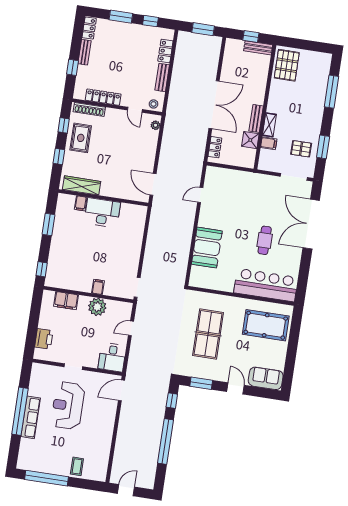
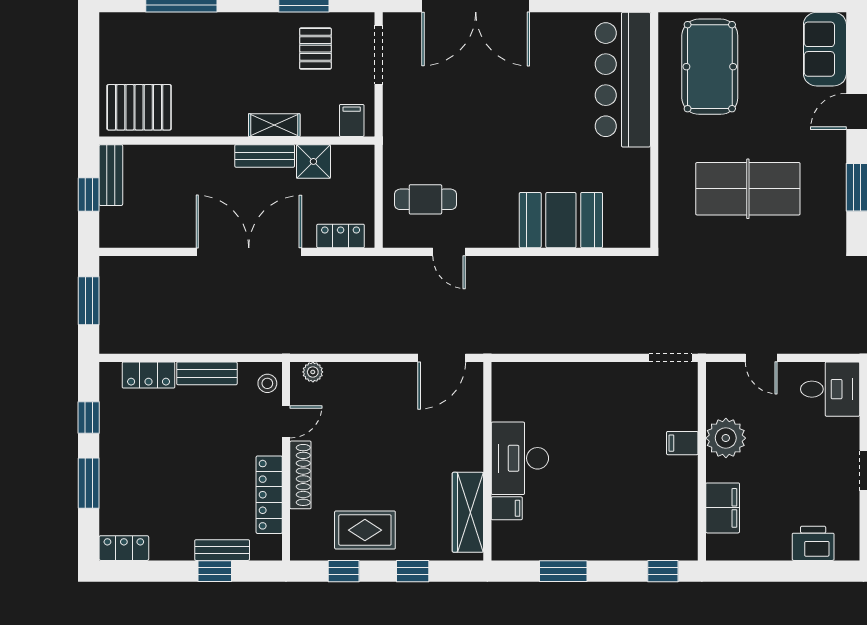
bench: (85, 52) -> (222, 550), moved
shoe rack: (89, 109) -> (300, 475), moved
filing cabinet: (269, 143) -> (352, 120), moved
cafe table: (265, 240) -> (425, 199), moved

